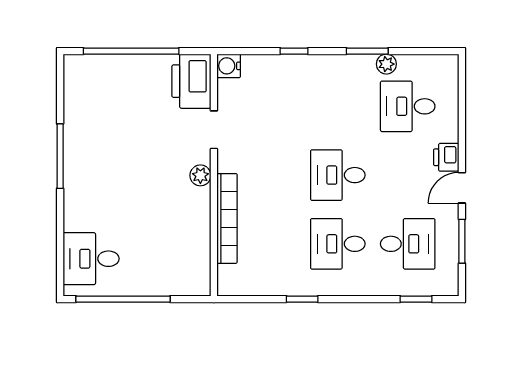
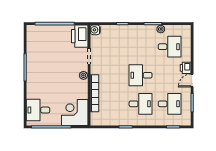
desk: (408, 106) -> (170, 47), turned 180
desk: (338, 244) -> (141, 104), turned 180
corner desk: (179, 265) -> (75, 112), added

